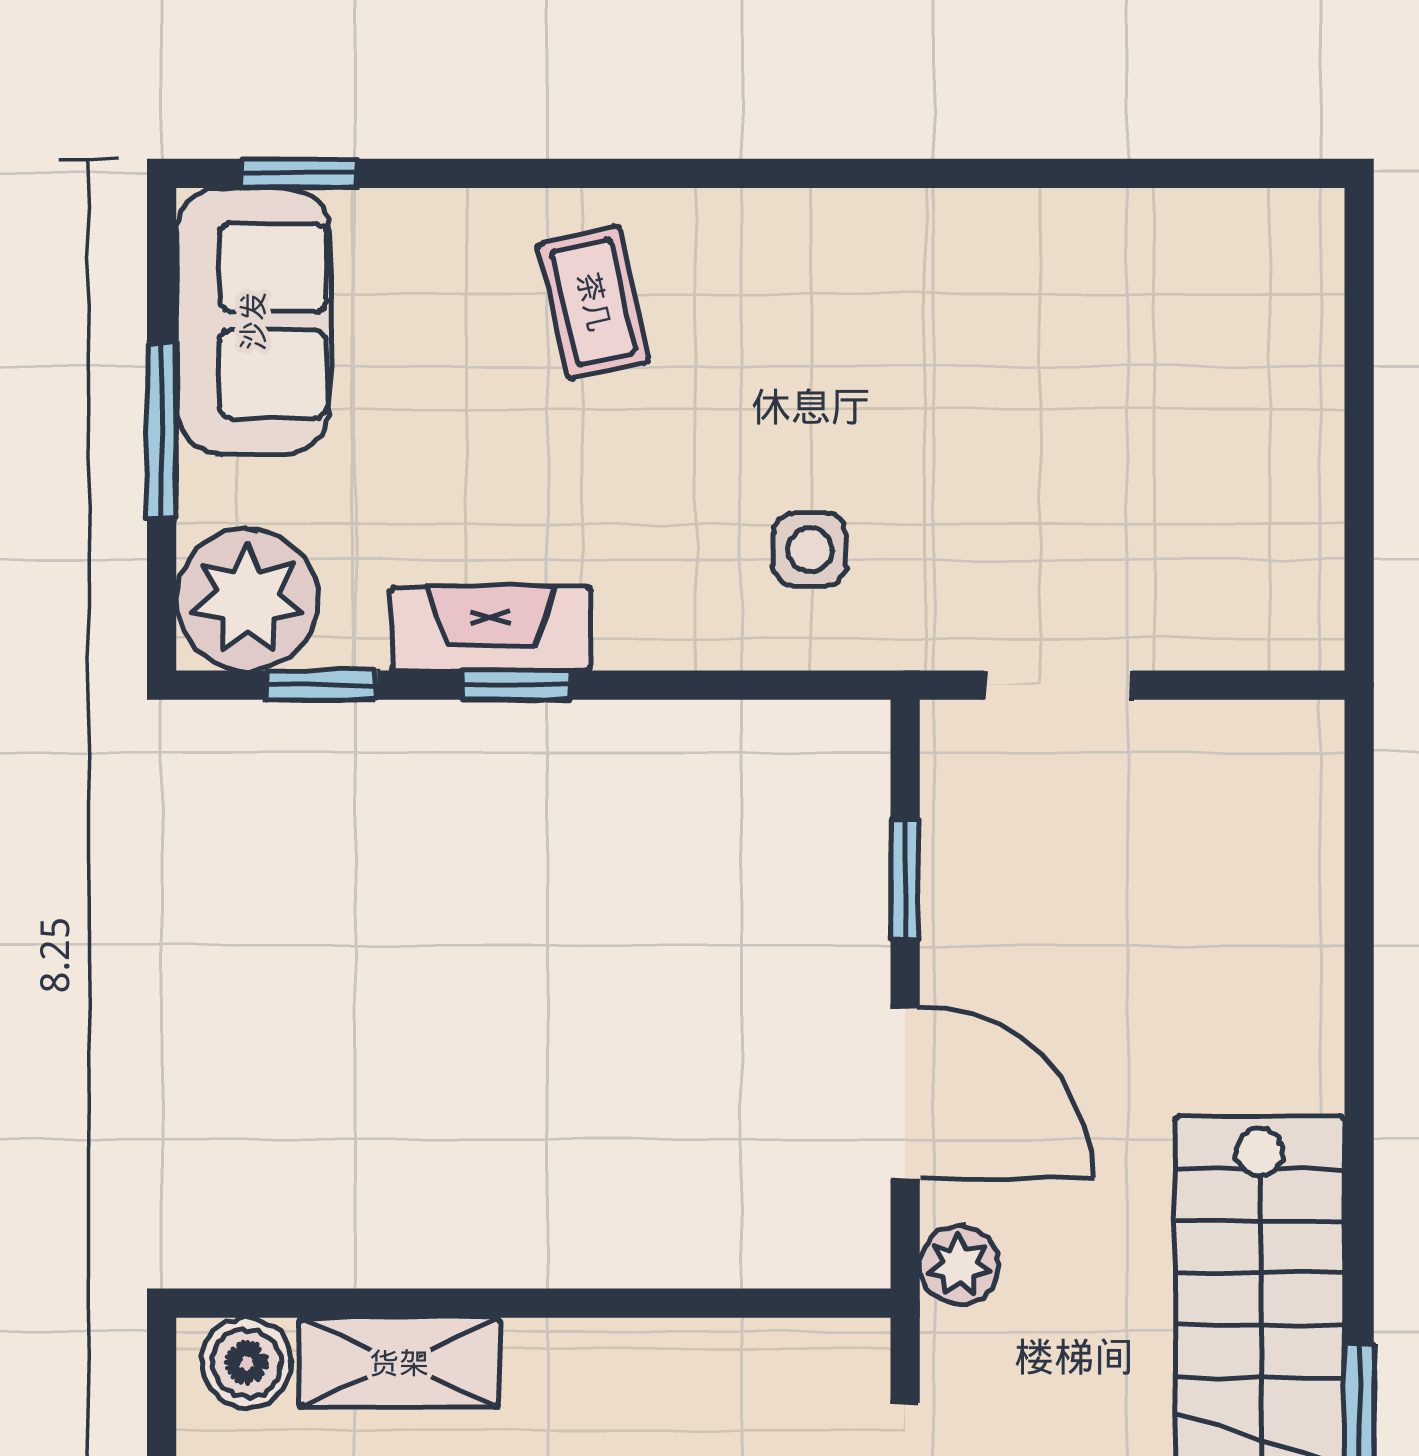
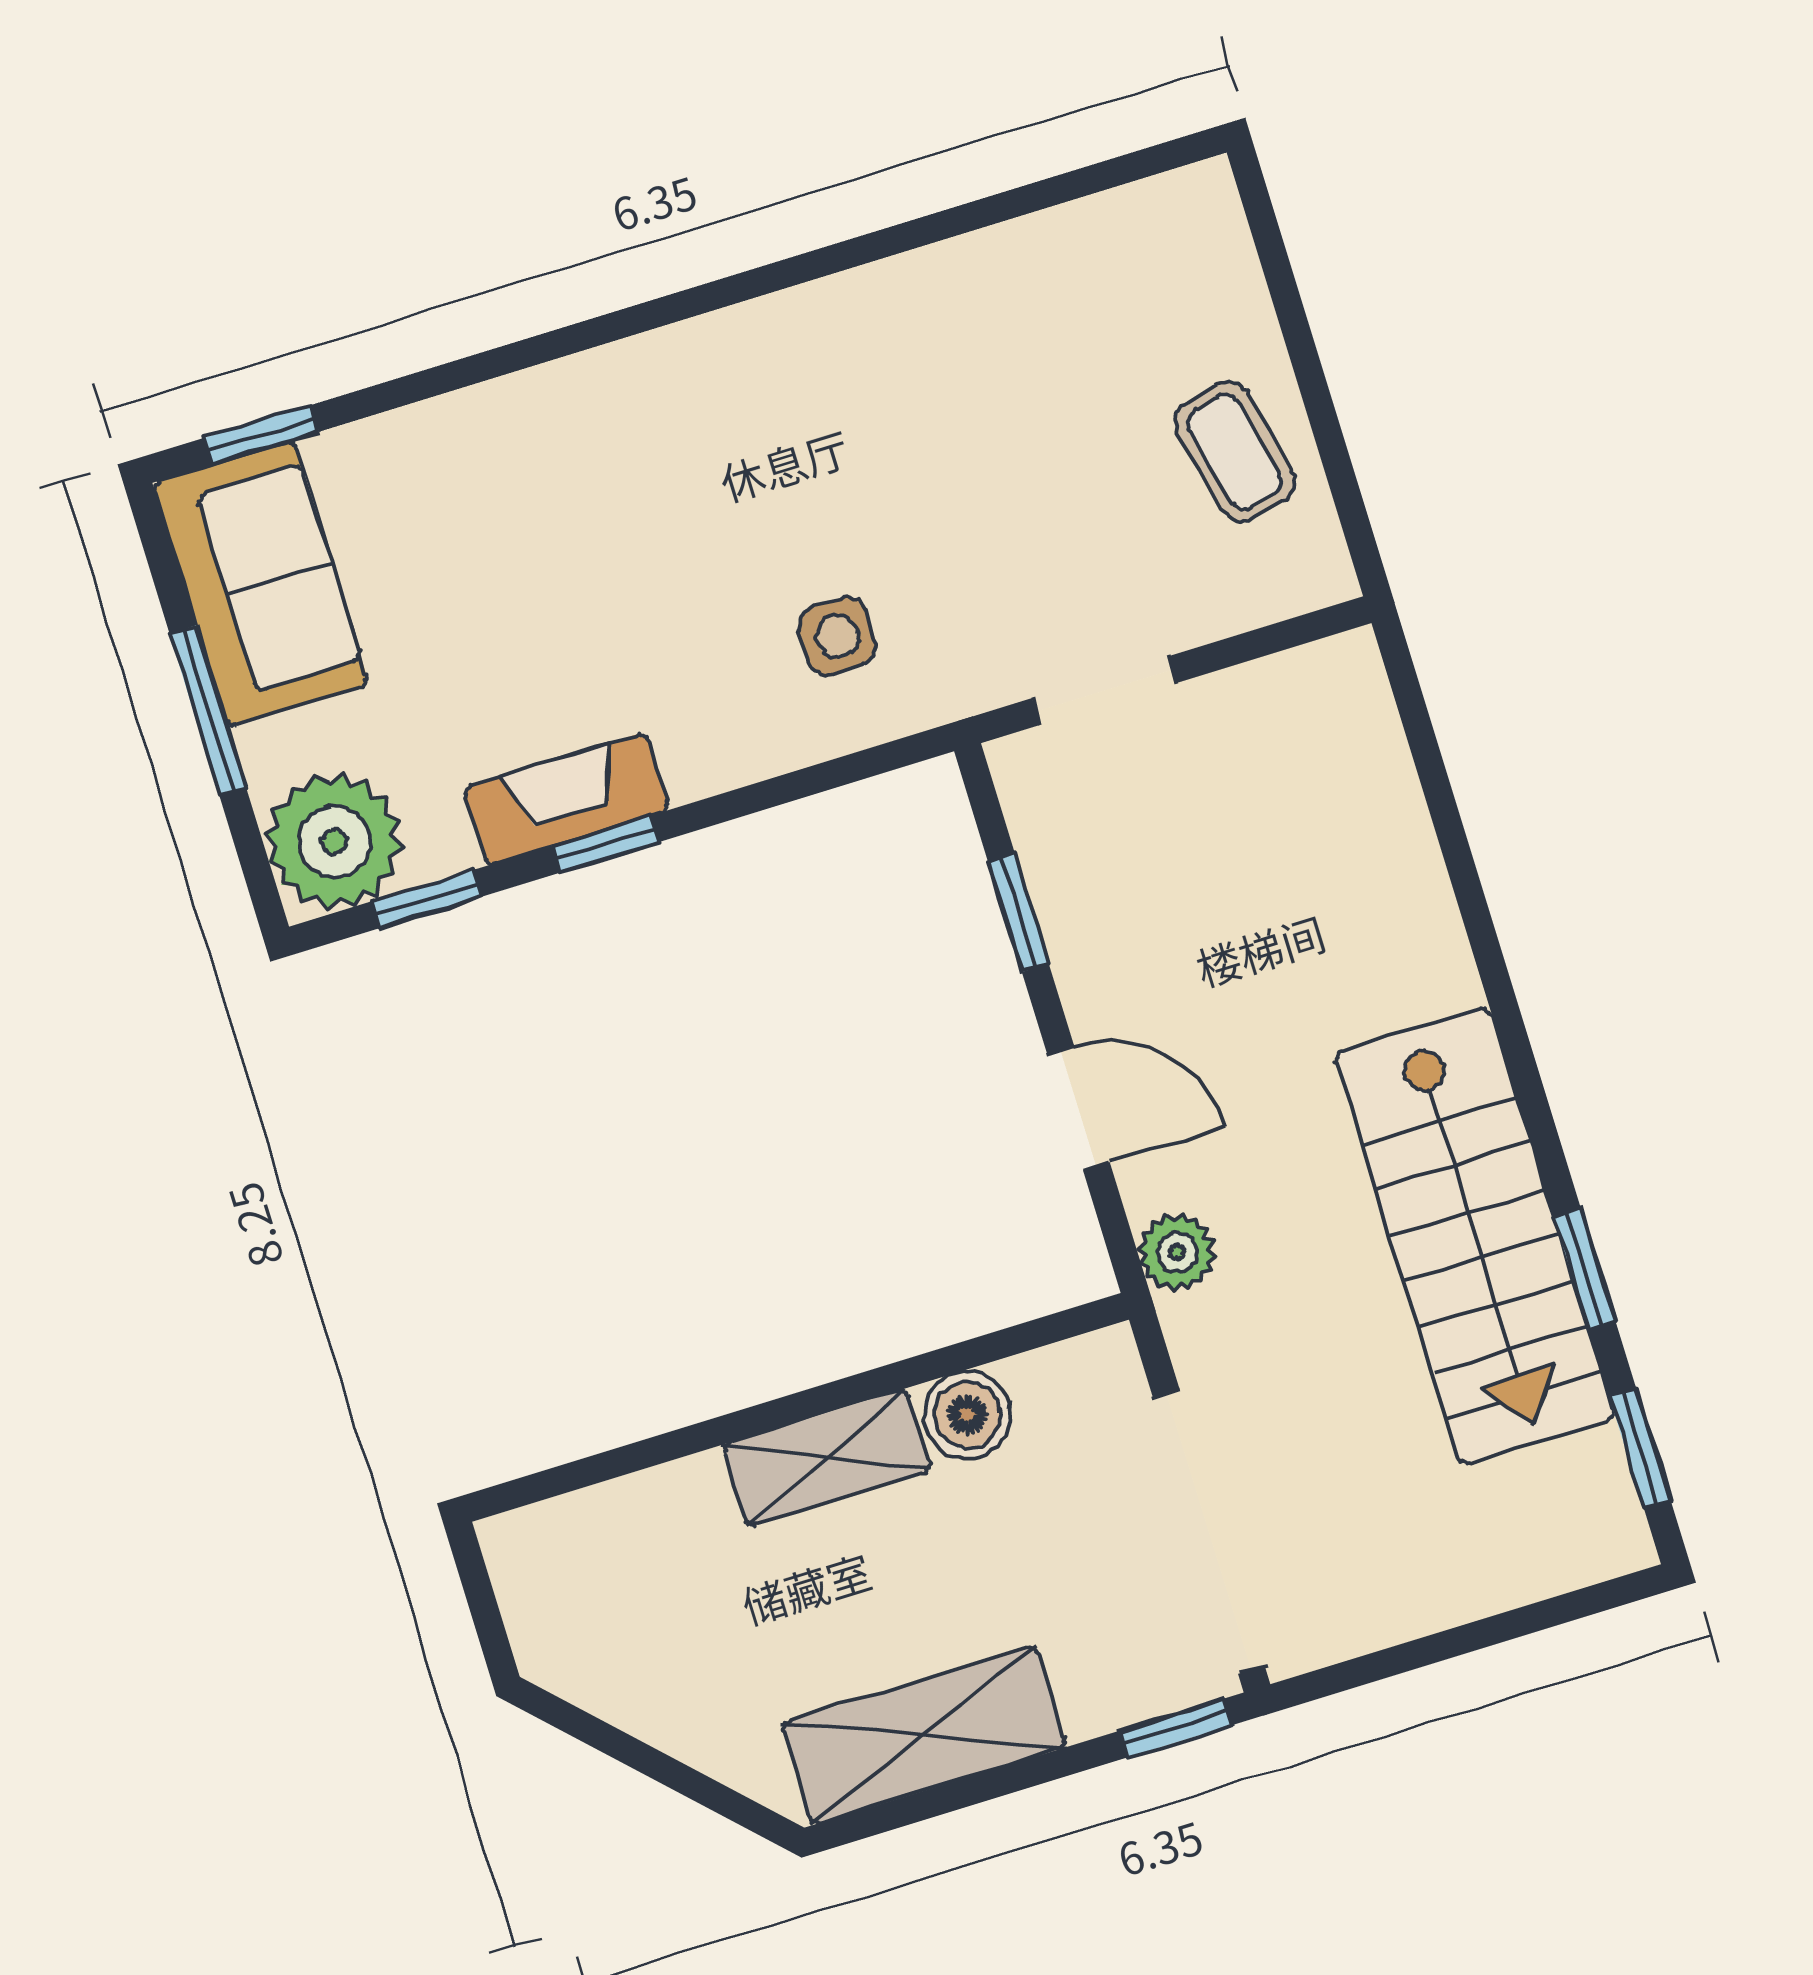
coffee table: (594, 302) -> (1235, 452), moved
door: (905, 1092) -> (1079, 1108), width x0.73
boiler: (247, 1363) -> (967, 1415), moved
shelving: (399, 1363) -> (827, 1458), moved

